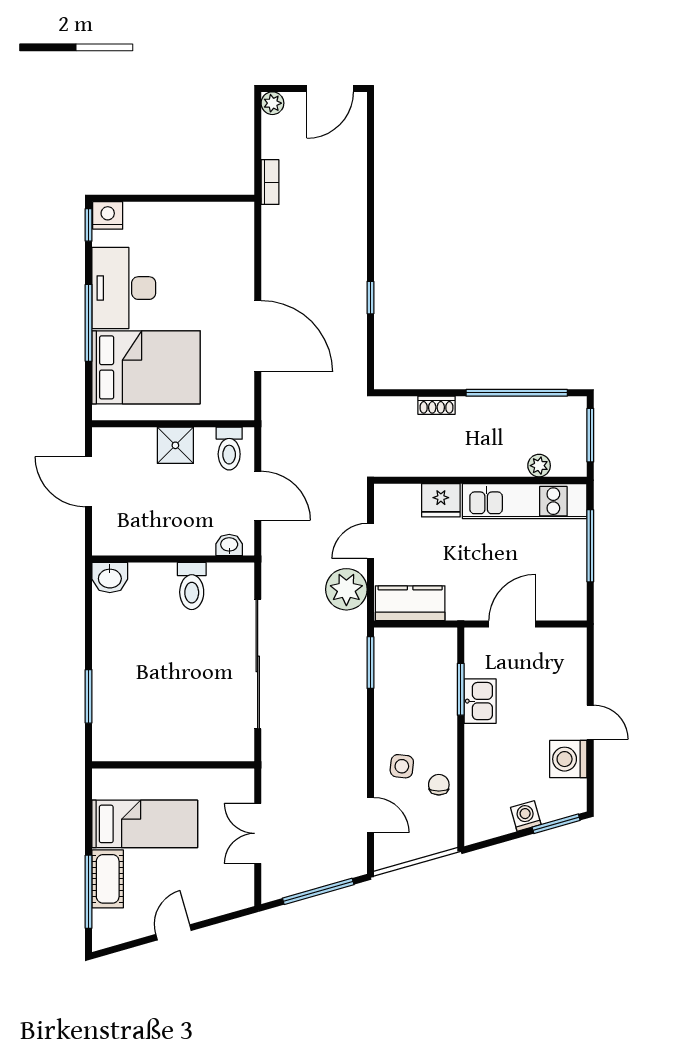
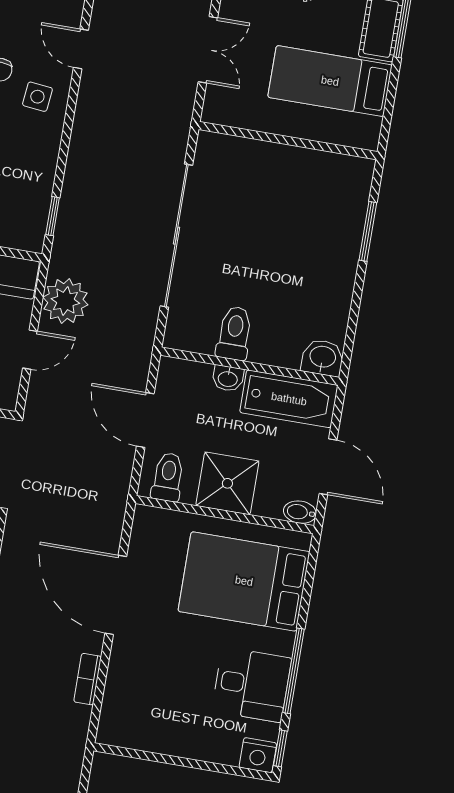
bookcase: (270, 182) -> (88, 679), moved
desk: (124, 288) -> (251, 685), width x0.73
window: (89, 323) -> (294, 671), moved
bidet: (107, 437) -> (300, 512), added
shower: (175, 445) -> (227, 483), width x1.36, depth x1.36
bathtub: (134, 536) -> (289, 399), added
washbasin: (229, 545) -> (228, 378), moved
window: (370, 663) -> (53, 216), width x0.67

